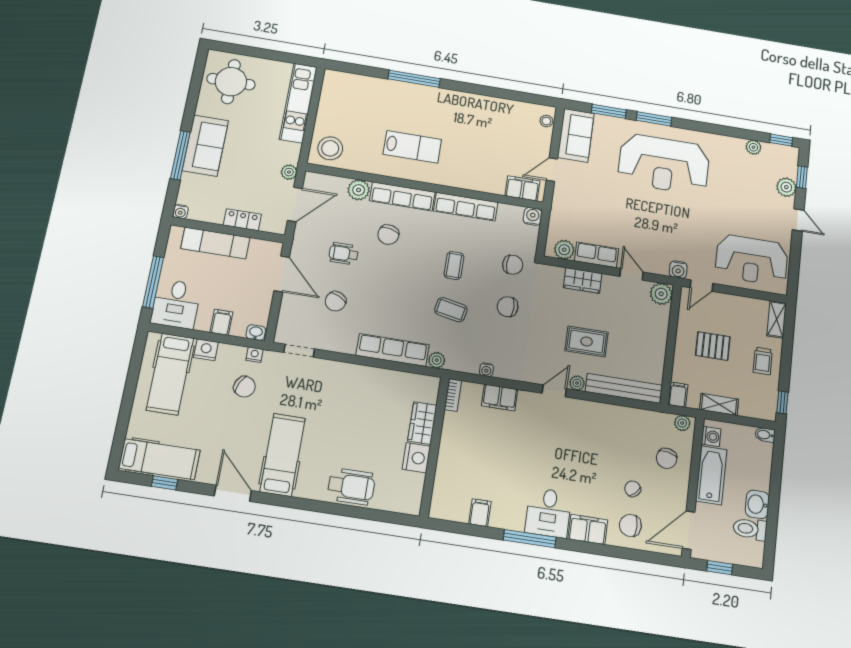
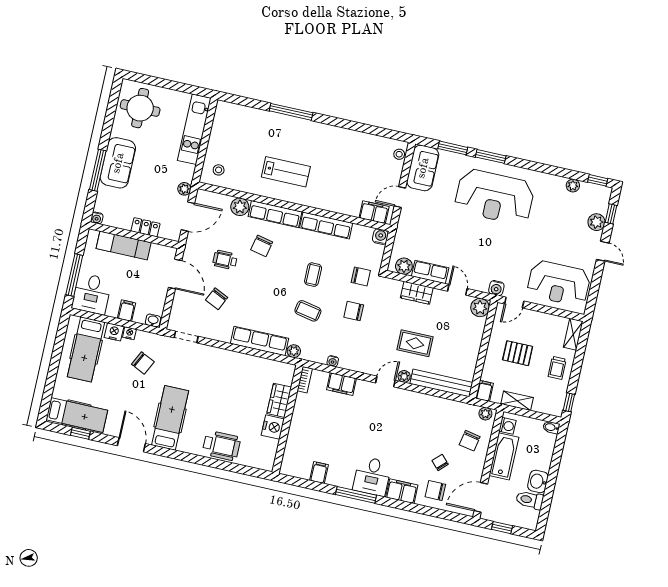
stool: (330, 148) -> (219, 170), width x0.53, depth x0.53
nightstand: (254, 355) -> (129, 333), moved

